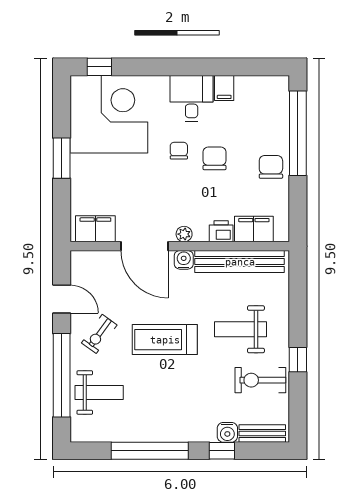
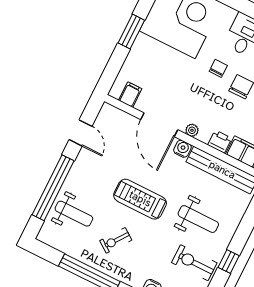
filing cabinet: (95, 229) -> (130, 95), width x0.50
weight bench: (240, 329) -> (198, 219), turned 180
exercise bike: (99, 334) -> (116, 240), moved

